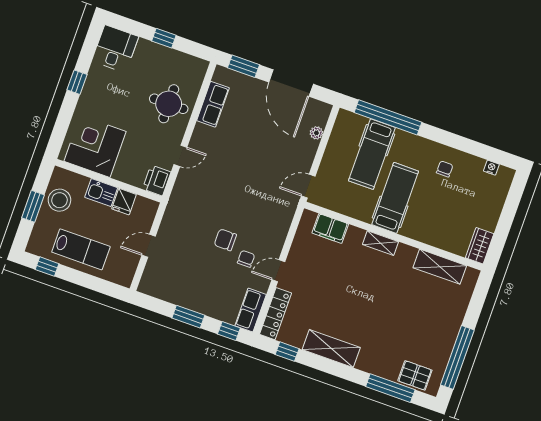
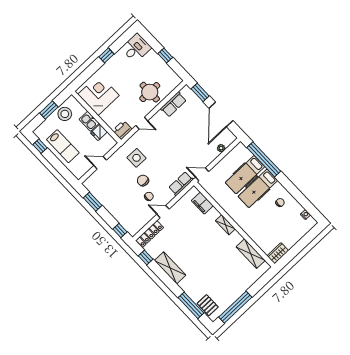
hospital bed: (395, 198) -> (258, 188), moved, turned 180
side table: (199, 211) -> (137, 158), added
row of seats: (251, 310) -> (181, 184), moved
window: (188, 317) -> (93, 202), moved

